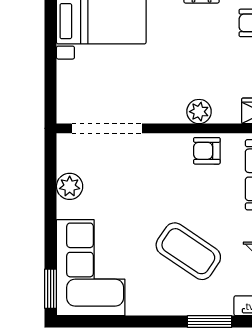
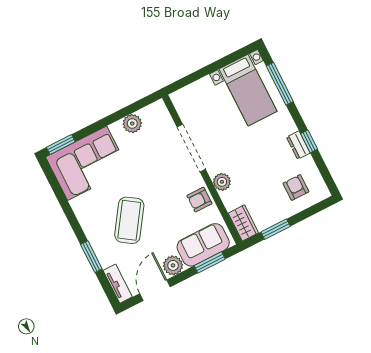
doorway: (107, 128) -> (191, 148), moved
armchair: (207, 151) -> (199, 200), turned -90

